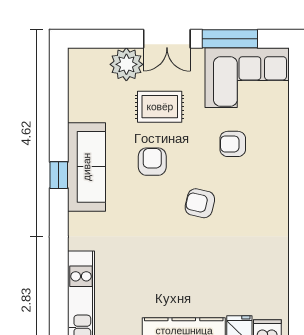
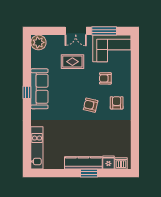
plant: (126, 64) -> (38, 42), moved
armchair: (152, 162) -> (117, 103), moved

